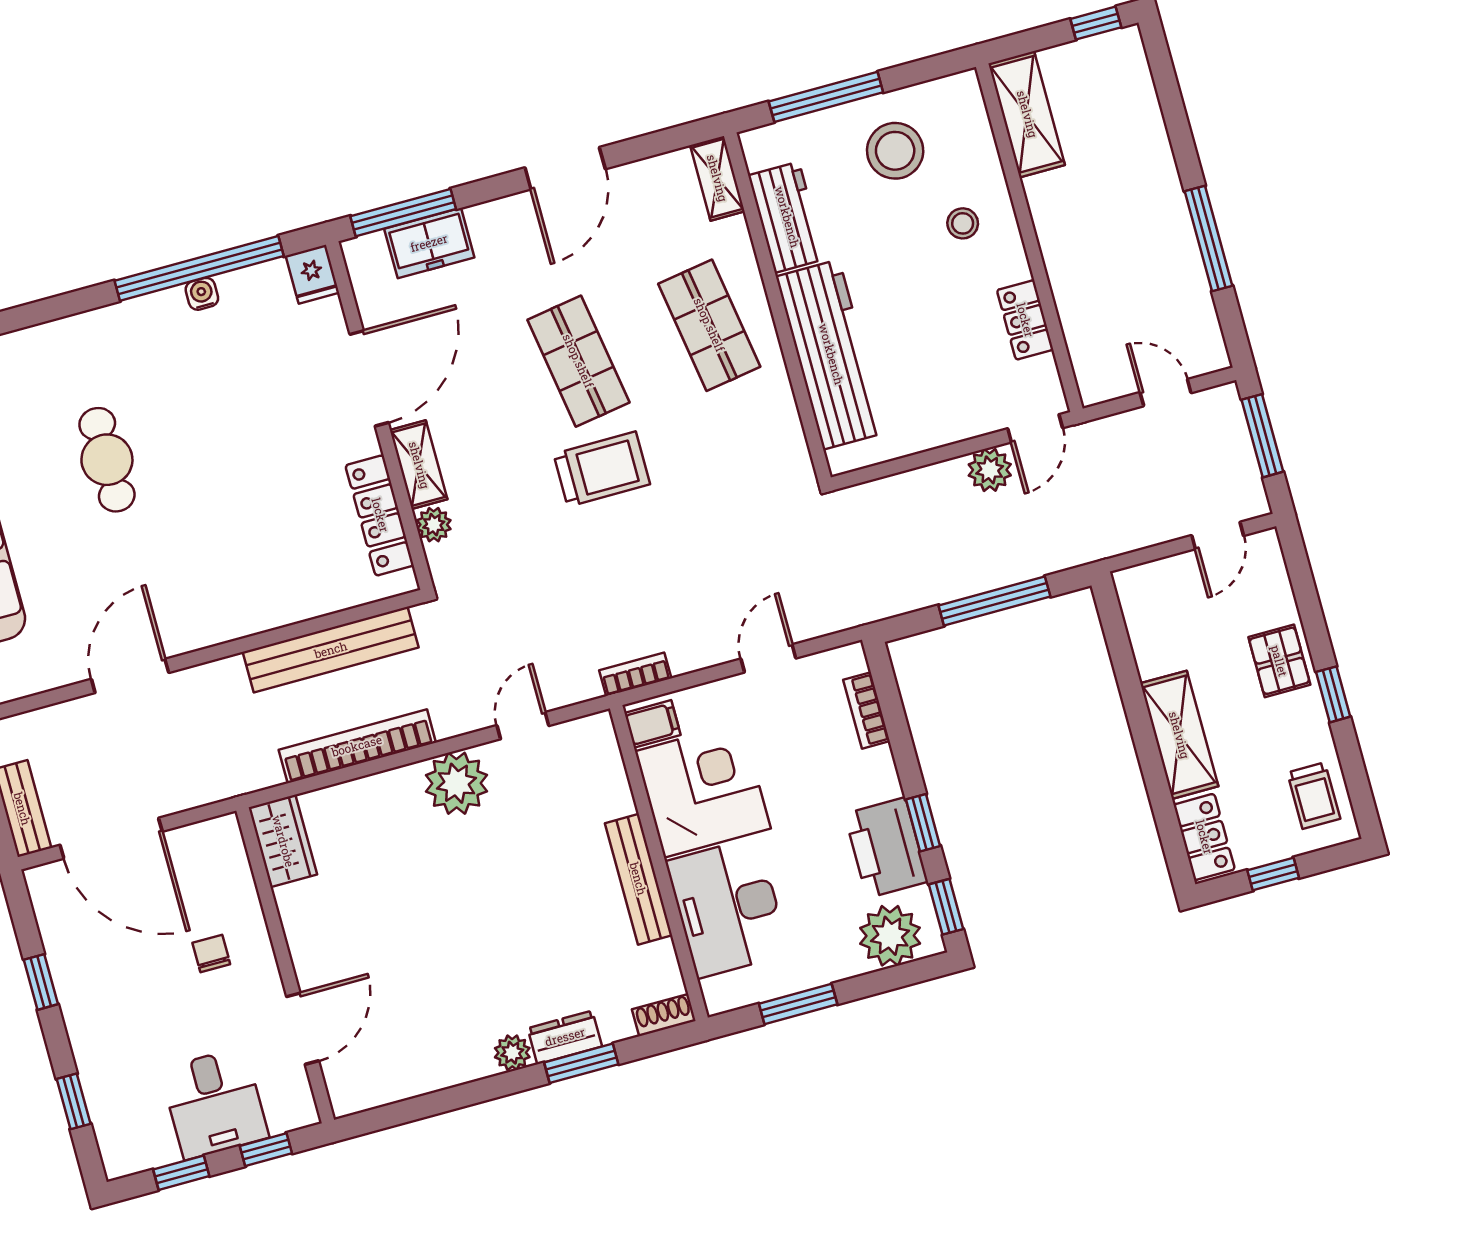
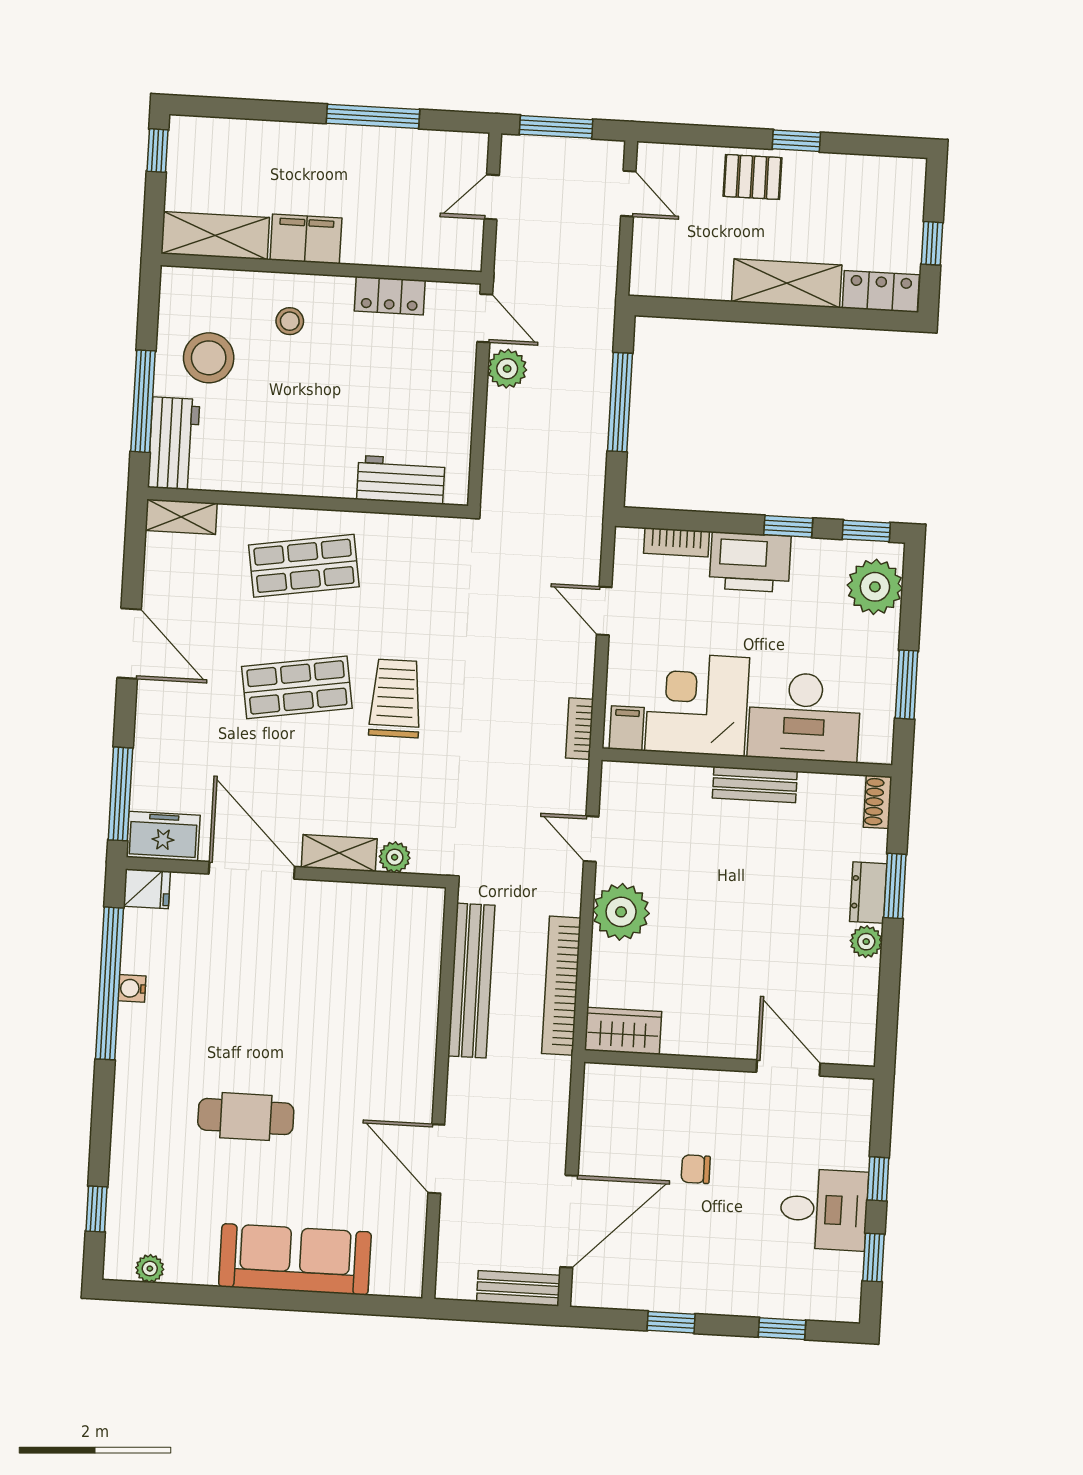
filing cabinet: (1055, 211) -> (306, 239), added
workbench: (787, 217) -> (174, 443), moved, turned 90
freezer: (429, 243) -> (163, 836), moved, turned -90
workbench: (831, 354) -> (401, 480), width x0.53, depth x0.76
locker: (380, 515) -> (371, 901), removed
trolley: (1314, 796) -> (877, 186), removed
wardrobe: (283, 841) -> (623, 1031), moved
printer: (886, 848) -> (750, 562), moved
bench: (638, 879) -> (755, 785), width x0.73
wall: (285, 965) -> (729, 1064), moved
door: (303, 1029) -> (788, 1068), moved

